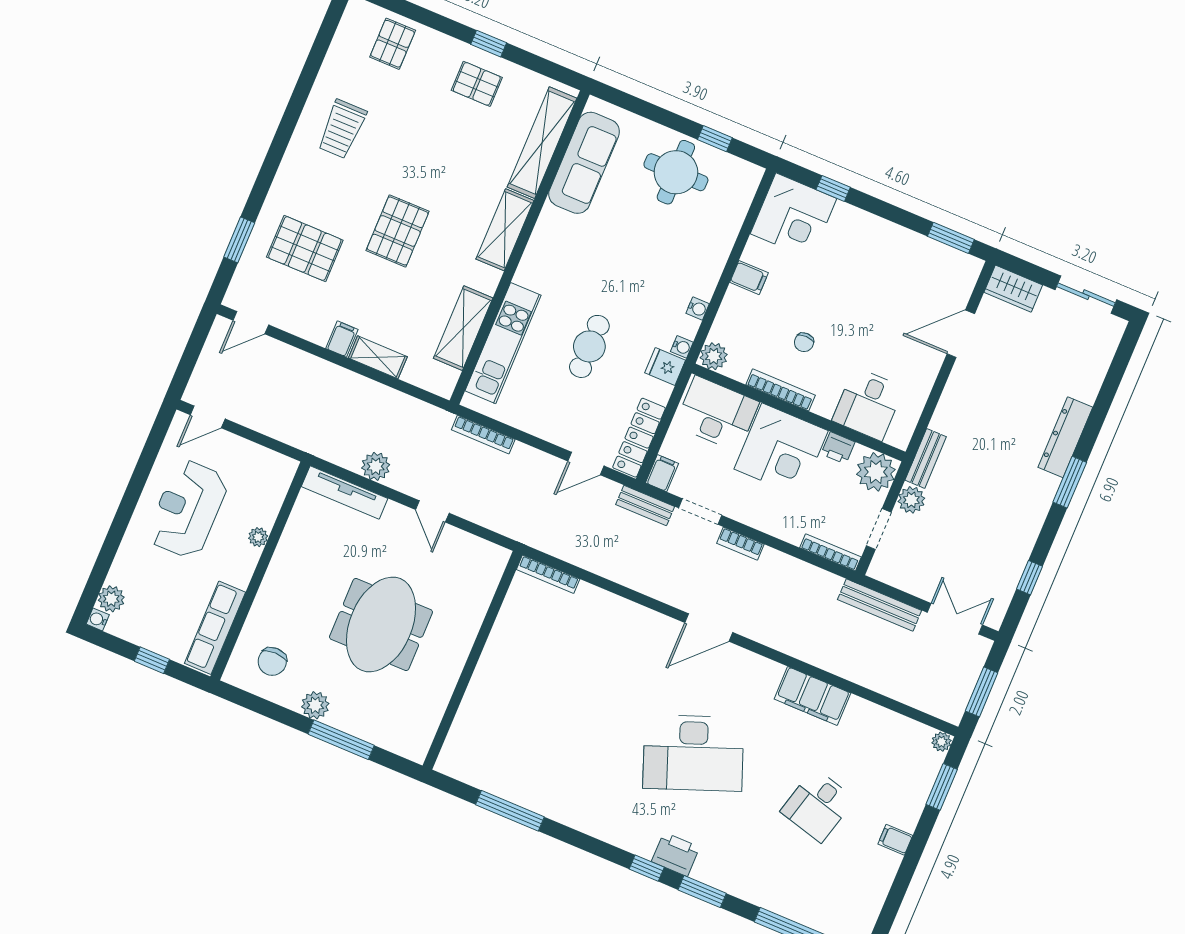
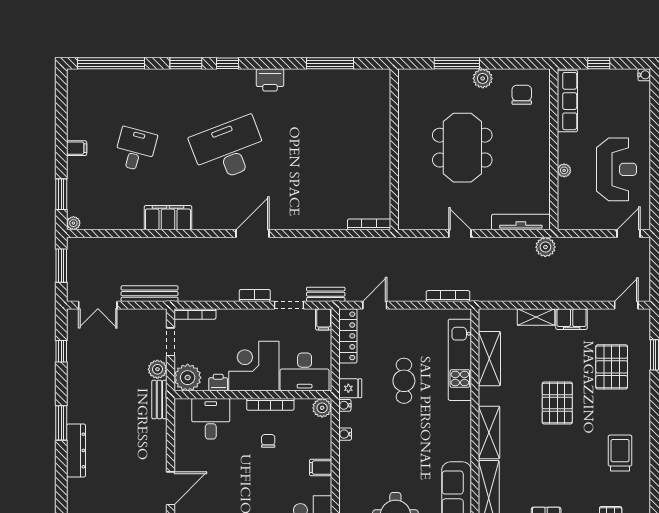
pallet: (305, 249) -> (612, 367), turned 90
filing cabinet: (342, 339) -> (572, 319), width x2.00
plant: (376, 466) -> (545, 247), moved
plant: (111, 599) -> (641, 92), removed
printer: (676, 854) -> (270, 80), moved

